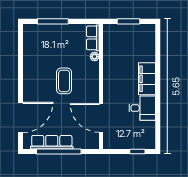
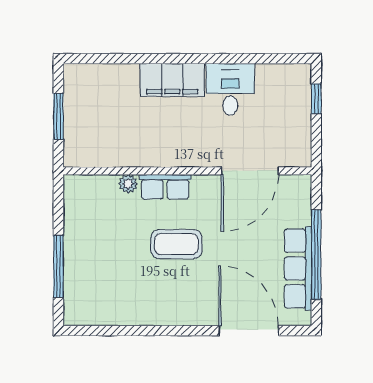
row of seats: (93, 38) -> (165, 187), moved

